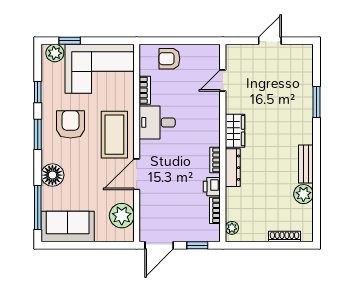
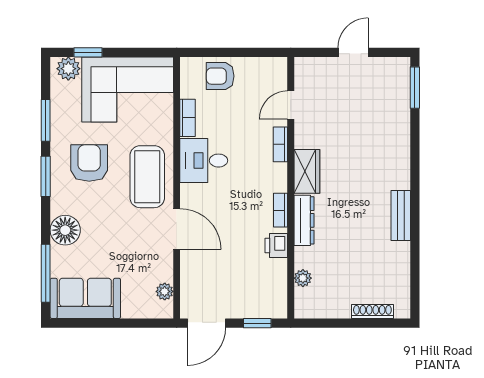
window: (38, 92) -> (46, 120), width x1.50
window: (317, 102) -> (415, 88), moved
door: (137, 174) -> (177, 229), swing flipped
plant: (303, 194) -> (398, 255), removed
bookcase: (215, 210) -> (280, 144), moved
plant: (122, 216) -> (165, 291), width x0.53, depth x0.53
plant: (232, 228) -> (303, 278), moved

